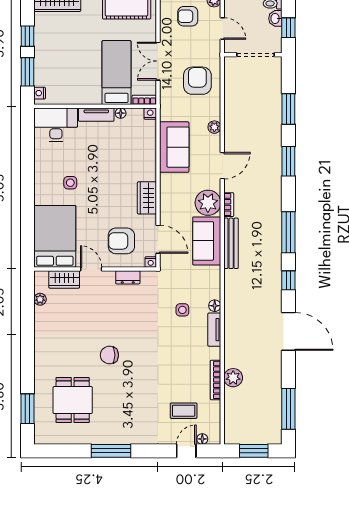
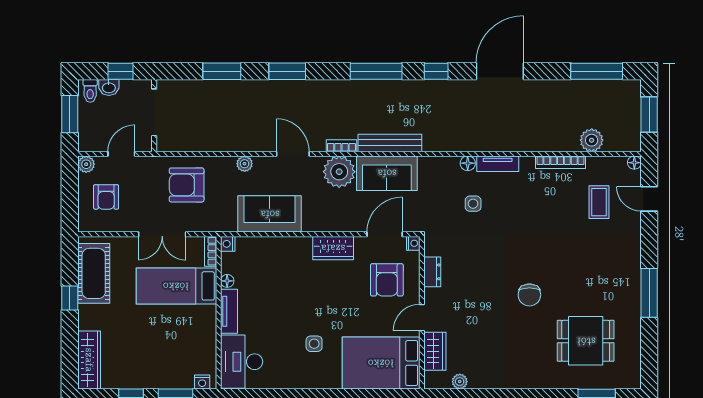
plant: (233, 378) -> (592, 140), moved
floor lamp: (202, 439) -> (634, 163), moved

